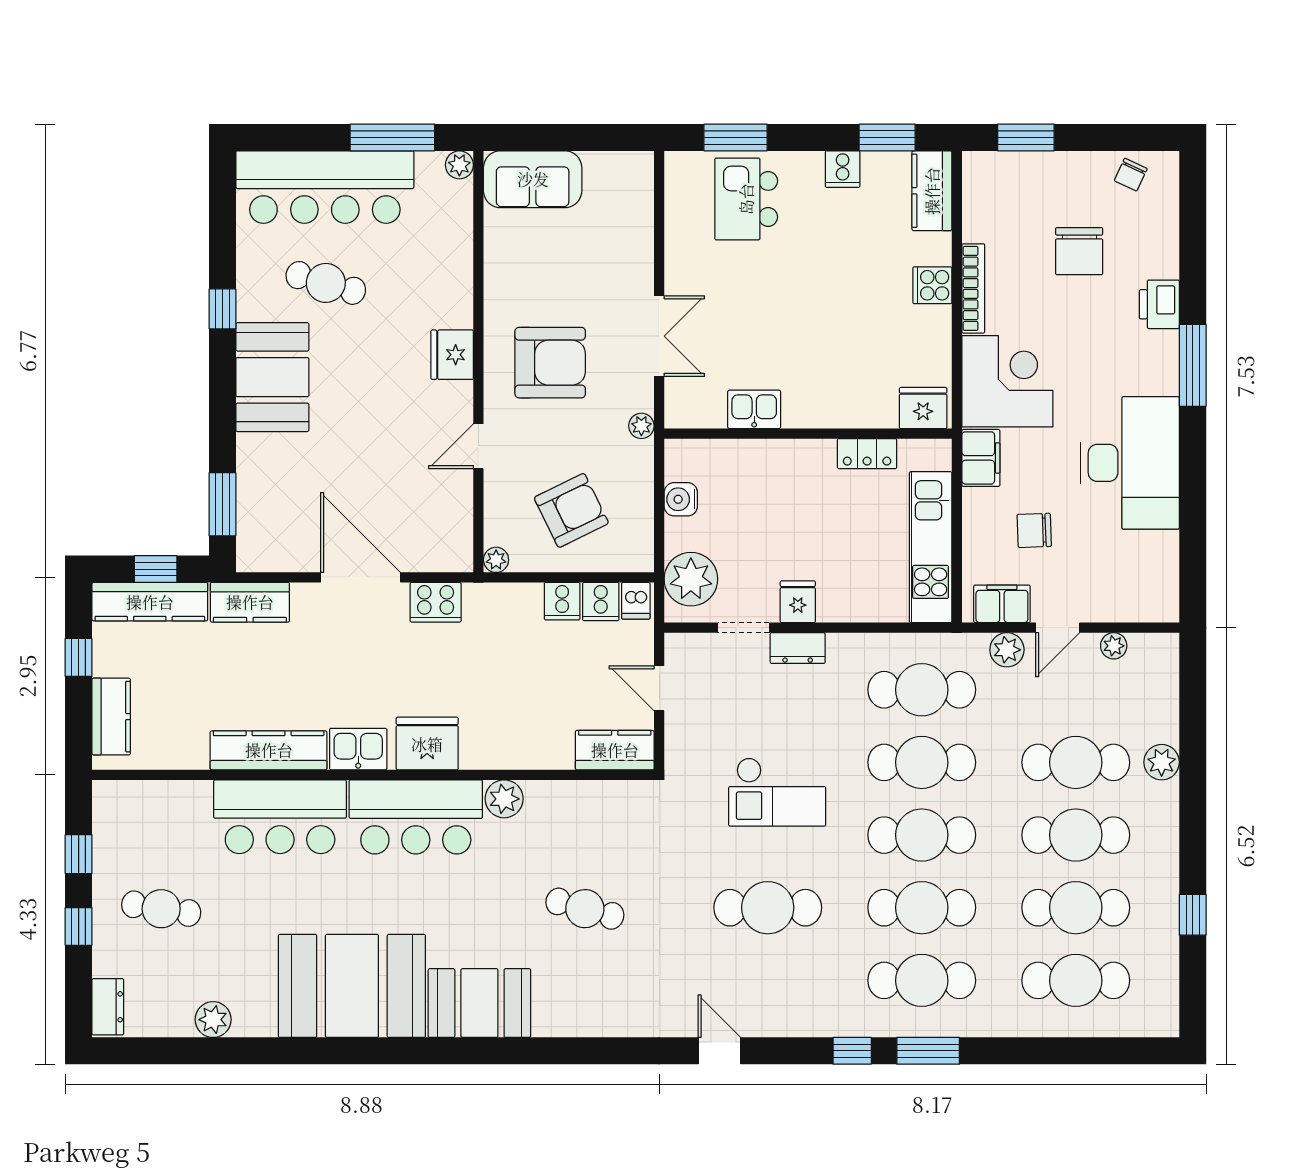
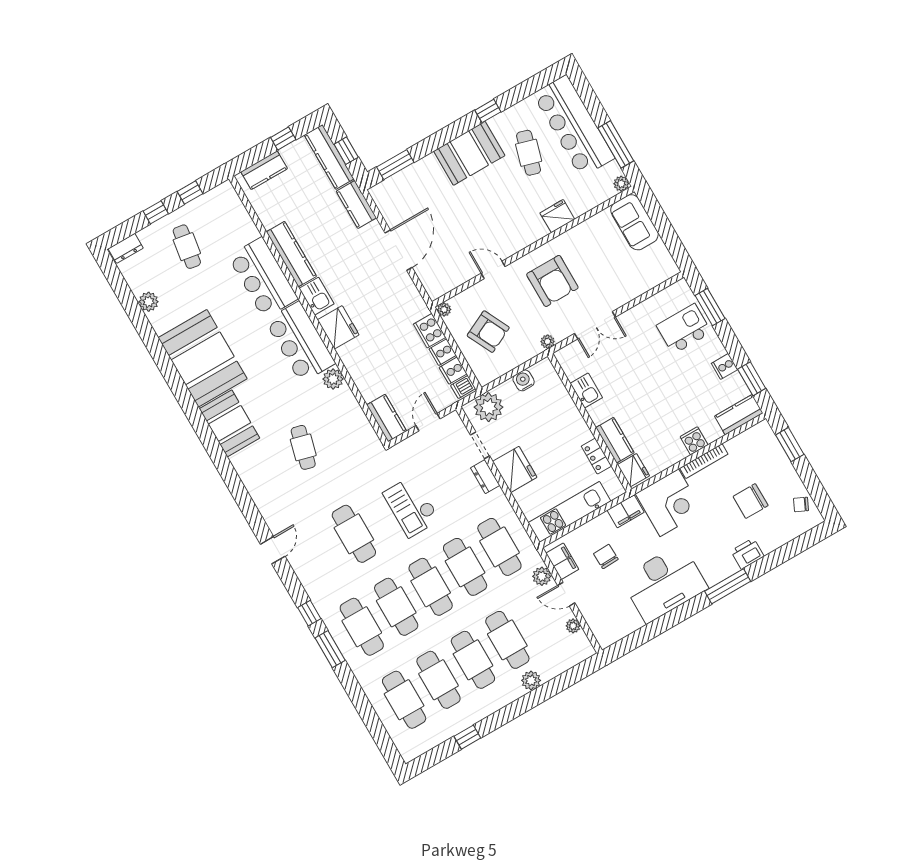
fridge: (452, 355) -> (557, 216), moved
kitchen counter: (859, 410) -> (615, 440), added
cooker: (436, 602) -> (430, 331), moved
fridge: (798, 602) -> (515, 469), width x1.88, depth x1.34

